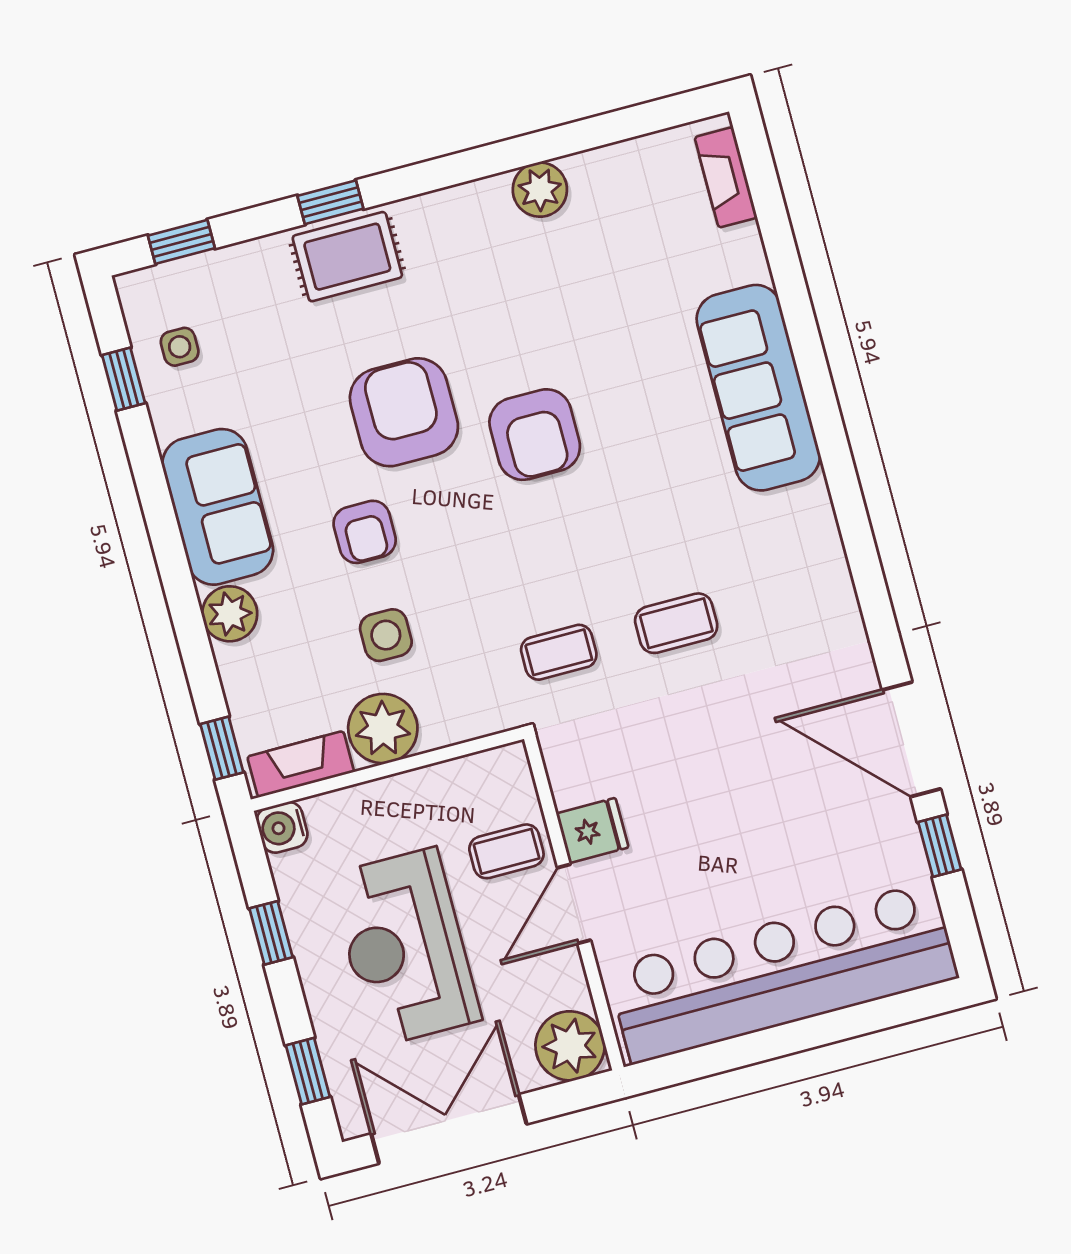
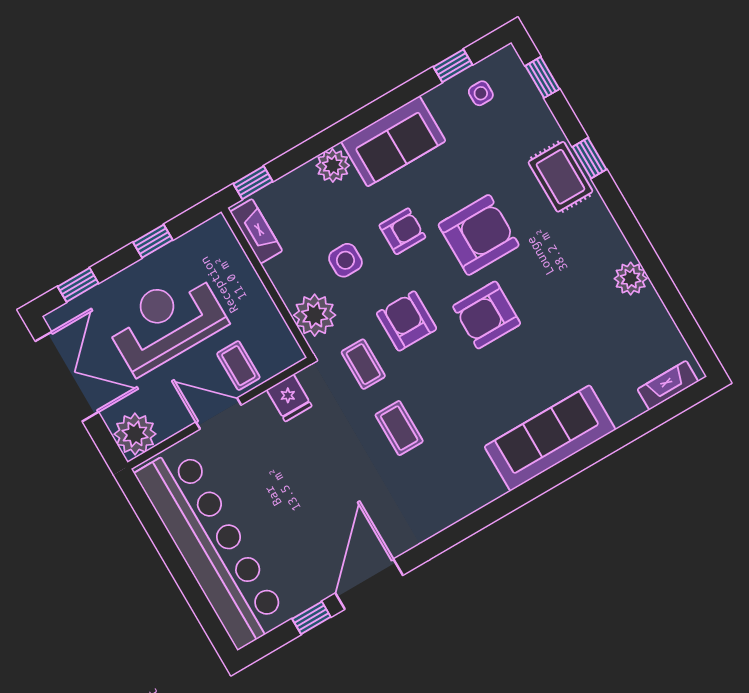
armchair: (365, 532) -> (402, 231), turned 180
armchair: (509, 565) -> (407, 321), added
plant: (383, 729) -> (315, 315), moved
water cooler: (282, 827) -> (216, 231), removed
fridge: (592, 830) -> (289, 398), moved

